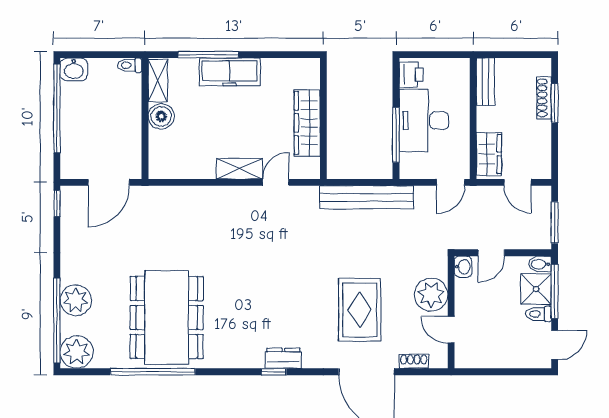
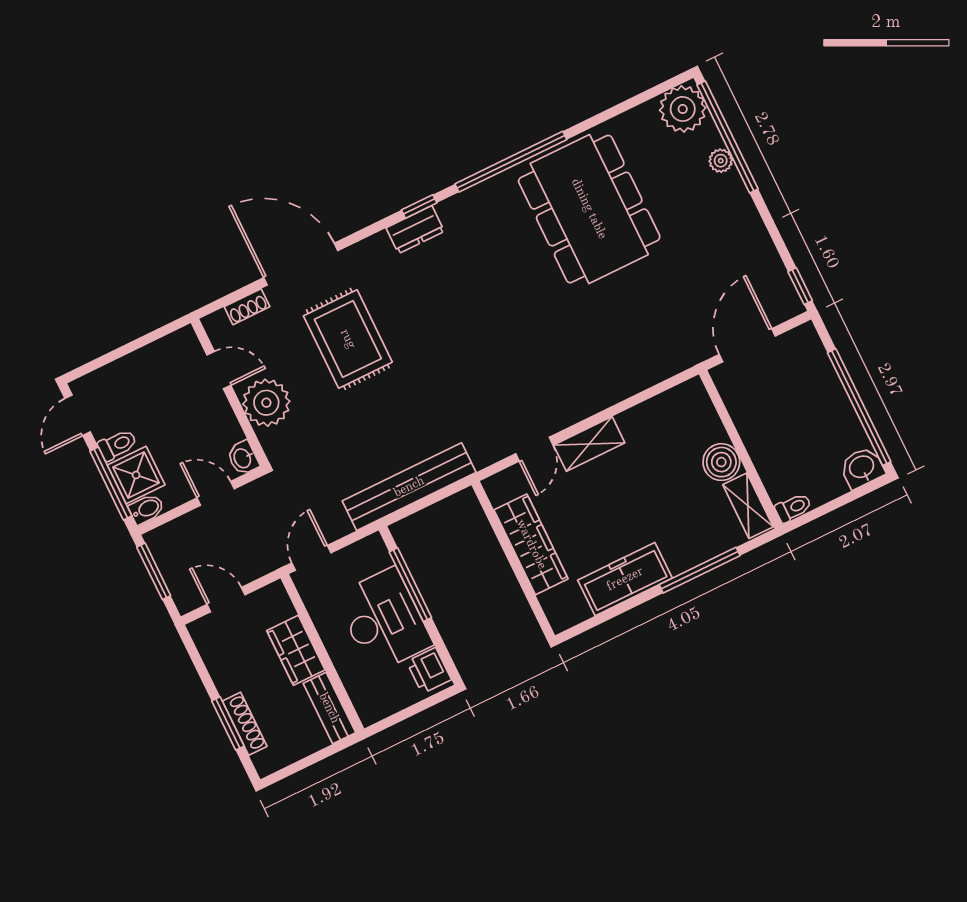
freezer: (230, 72) -> (625, 579), moved
wardrobe: (489, 154) -> (296, 650), moved
door: (491, 253) -> (216, 493), hinge flipped
plant: (76, 300) -> (721, 161), width x0.53, depth x0.53
window: (153, 372) -> (511, 162), moved

